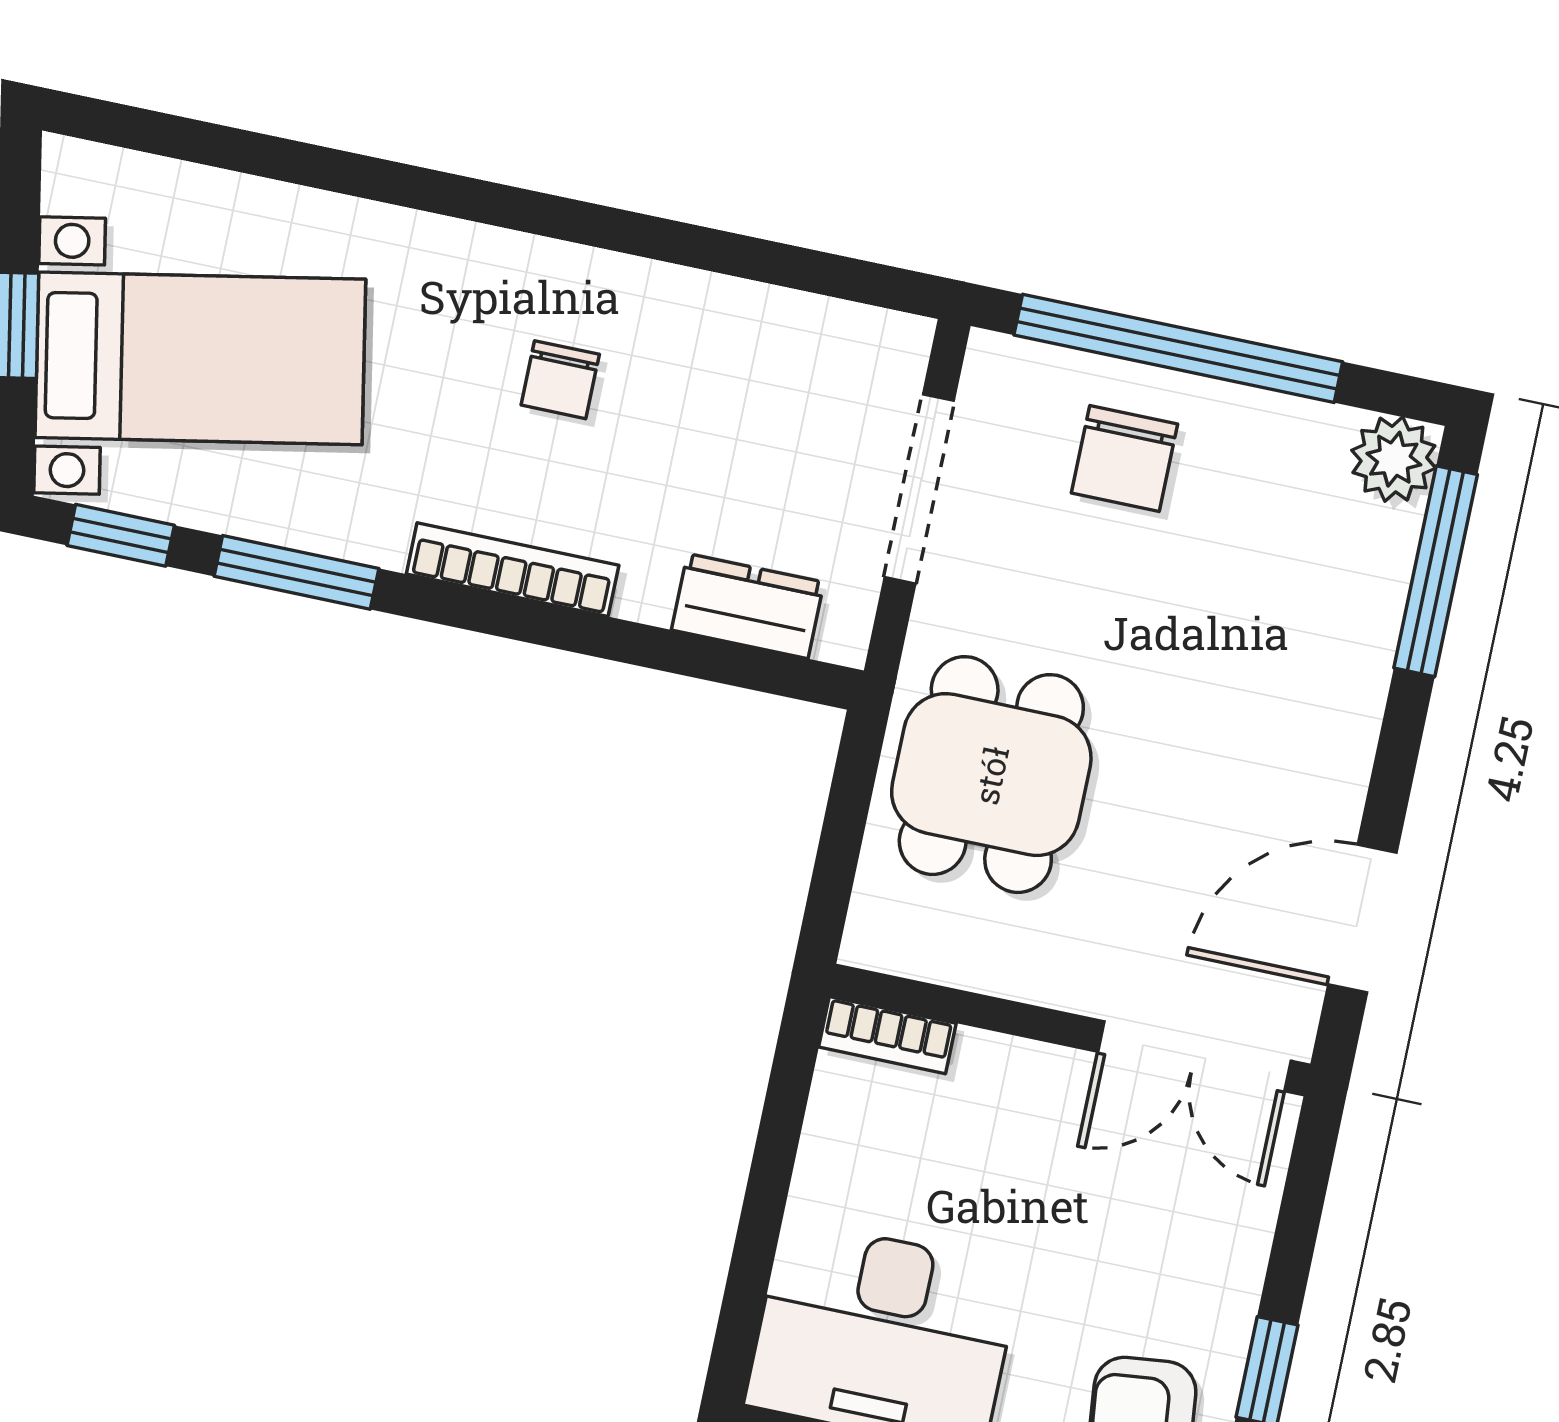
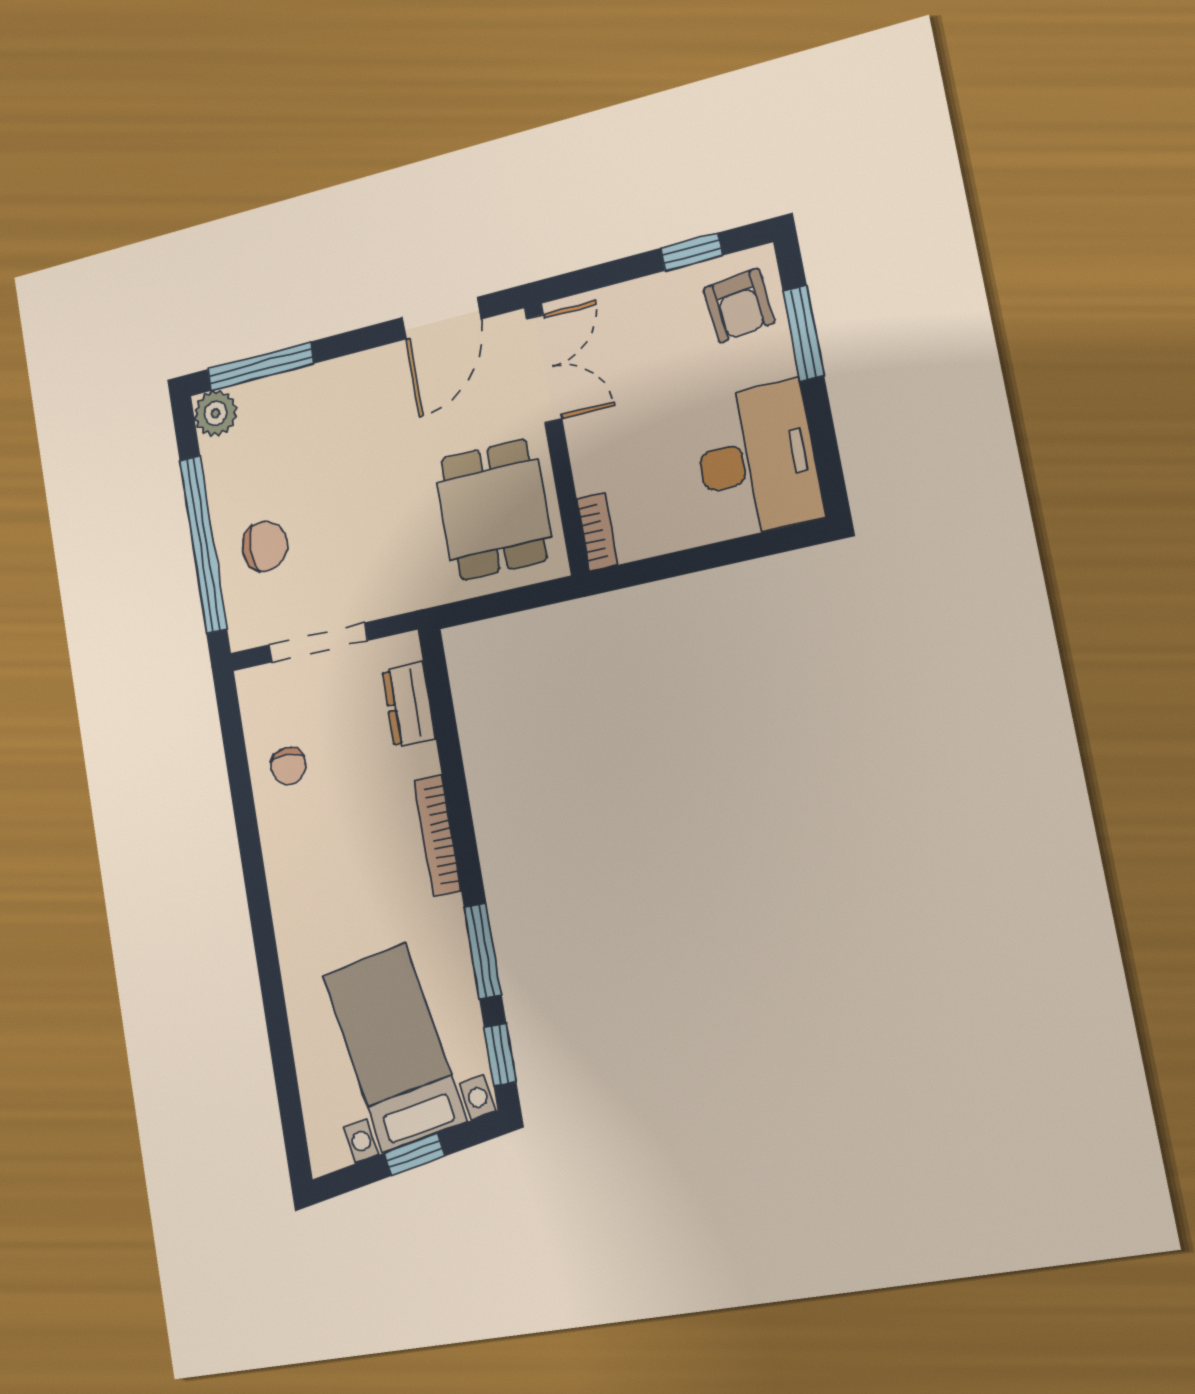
chair: (560, 380) -> (288, 766), moved, turned 90
dining table: (991, 775) -> (493, 509), moved, turned 90
door: (1362, 919) -> (441, 318), hinge flipped

